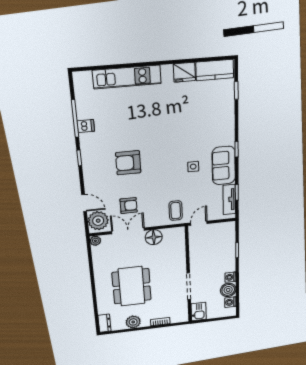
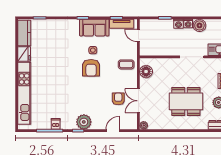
kitchen unit: (127, 77) -> (24, 93), width x1.36
armchair: (128, 163) -> (91, 68), moved
plant: (98, 221) -> (84, 122), moved
door: (199, 223) -> (138, 36), moved
floor lamp: (154, 237) -> (146, 72), moved
washing machine: (230, 302) -> (178, 24), moved

